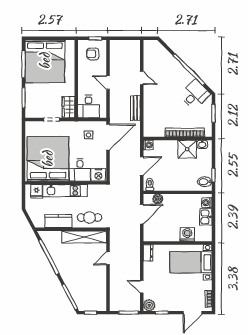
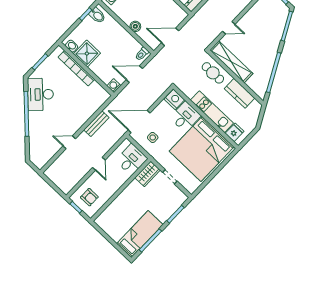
bed: (45, 61) -> (140, 234), width x0.49
door: (142, 78) -> (69, 142), hinge flipped
desk: (195, 95) -> (40, 94), width x1.37
boiler: (158, 199) -> (135, 26), moved

